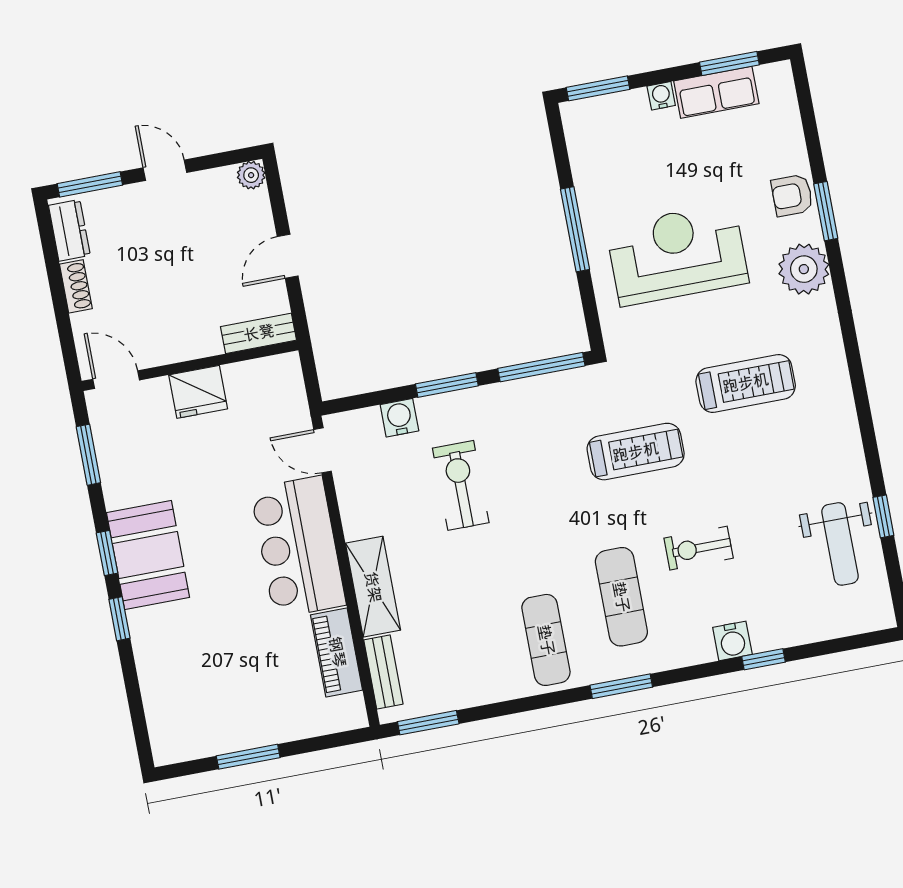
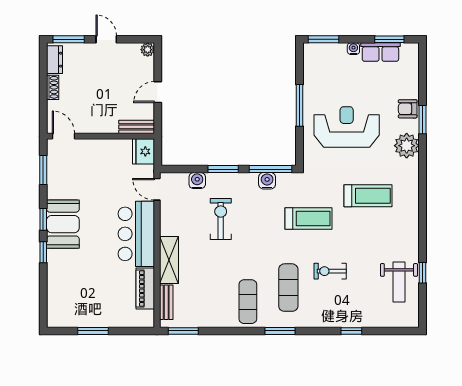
fridge: (198, 392) -> (144, 151), moved, turned 90
water cooler: (732, 641) -> (267, 181), moved, turned 180

